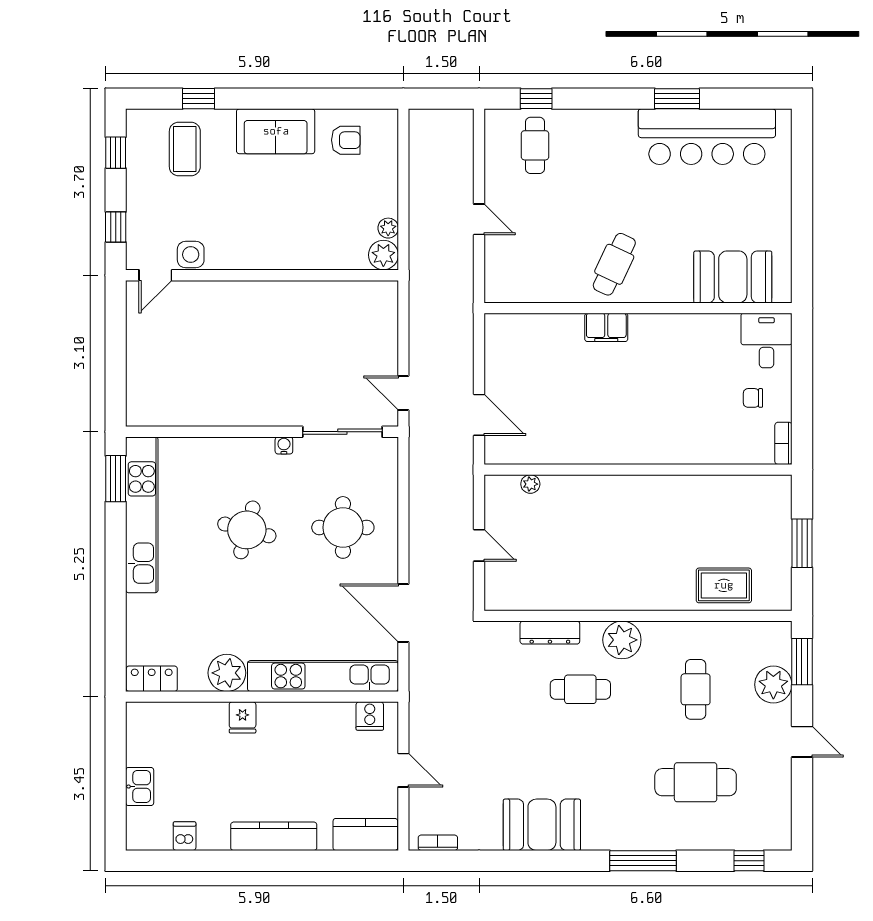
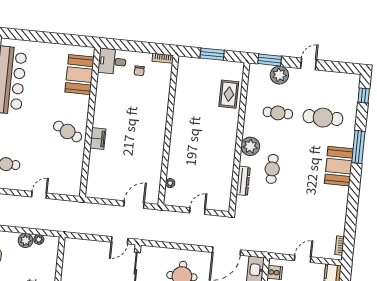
plant: (383, 255) -> (26, 240), moved
cafe table: (696, 782) -> (323, 118), turned 90
booth: (542, 825) -> (339, 166), moved

